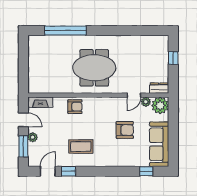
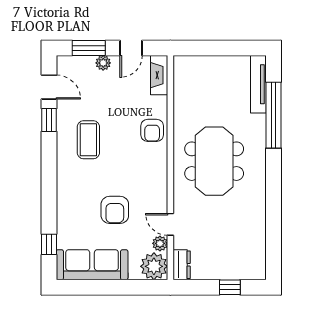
tv unit: (46, 40) -> (258, 84), added

